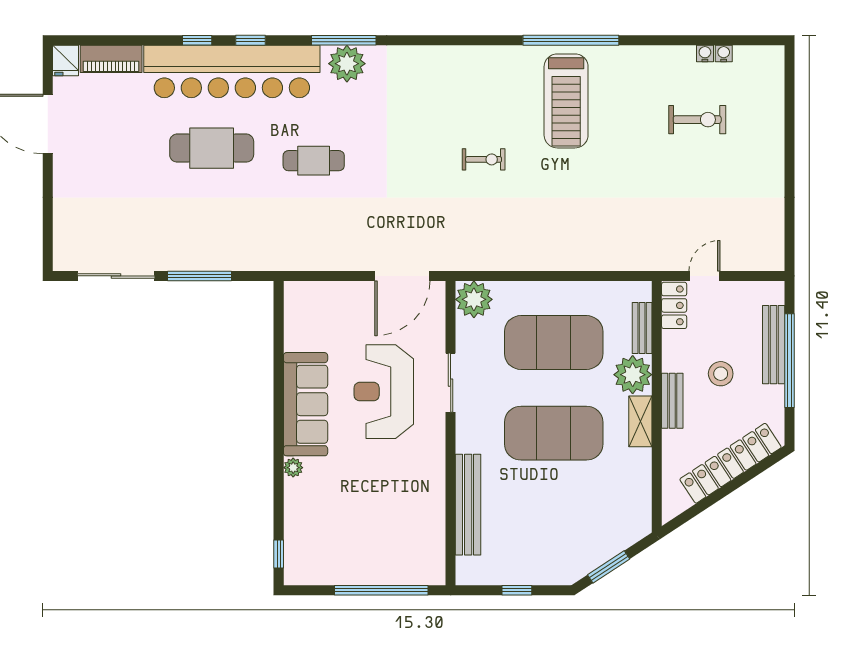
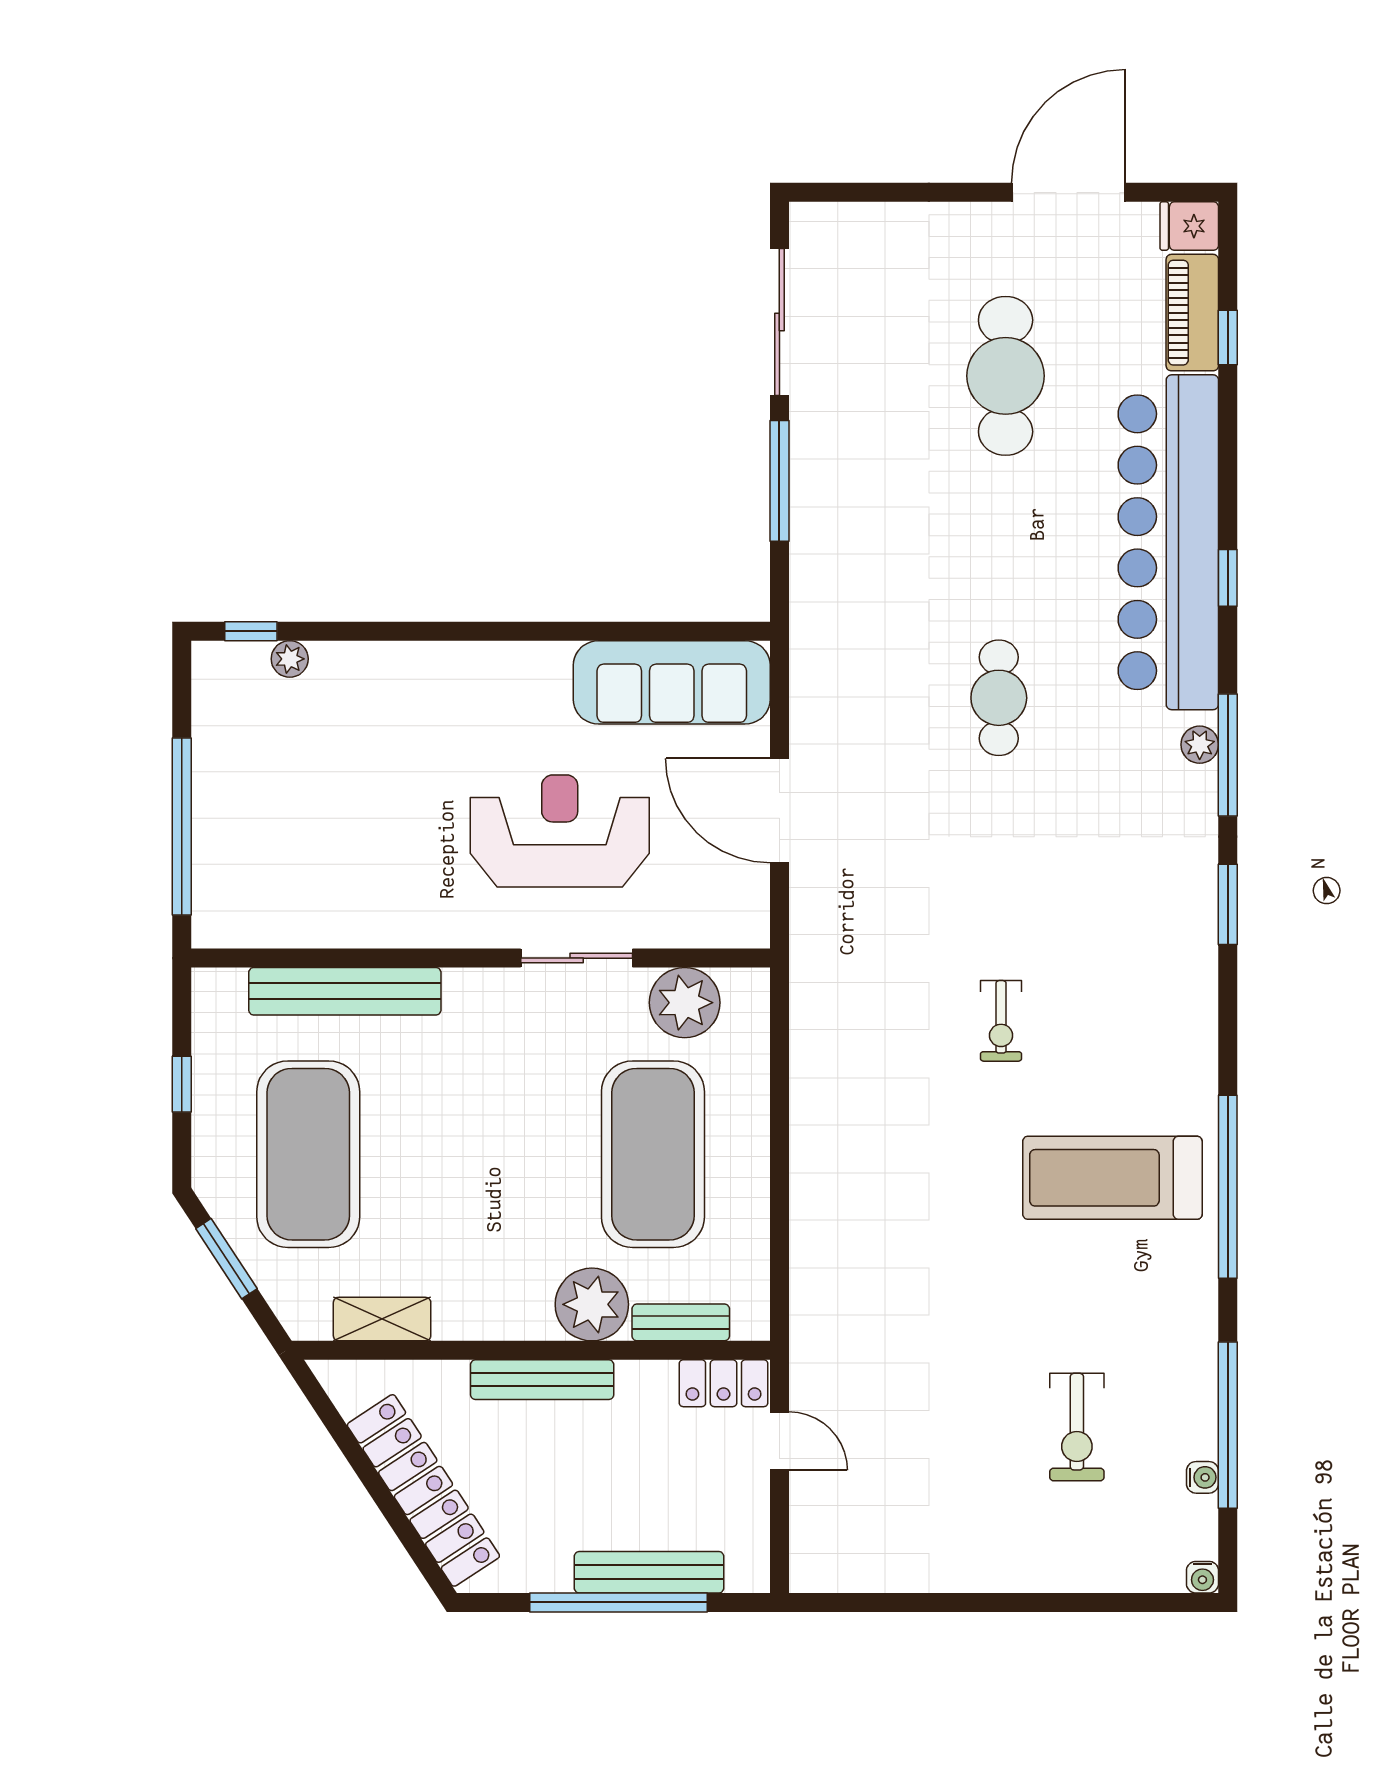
window: (197, 40) -> (1228, 337), moved
window: (422, 40) -> (1228, 904), added
window: (696, 40) -> (1228, 1425), added
water cooler: (705, 54) -> (1202, 1577), moved, turned 90
plant: (347, 64) -> (1200, 745), width x0.53, depth x0.53
cafe table: (212, 148) -> (1006, 376), moved
door: (402, 276) -> (779, 811), moved
plant: (474, 299) -> (685, 1003), moved
stool: (721, 374) -> (594, 1472), removed
bench: (672, 401) -> (542, 1380), width x1.36
sofa: (306, 404) -> (672, 682), moved
shelving: (640, 421) -> (382, 1319), moved
exercise mat: (554, 433) -> (308, 1154), moved
plant: (293, 468) -> (290, 659), moved

